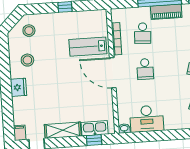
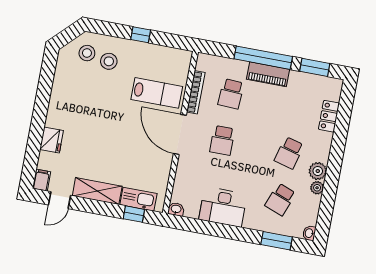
lab bench: (88, 47) -> (157, 93), turned 180
stool: (27, 60) -> (109, 61), moved
fridge: (18, 87) -> (52, 140), moved
desk: (147, 119) -> (223, 207), moved

